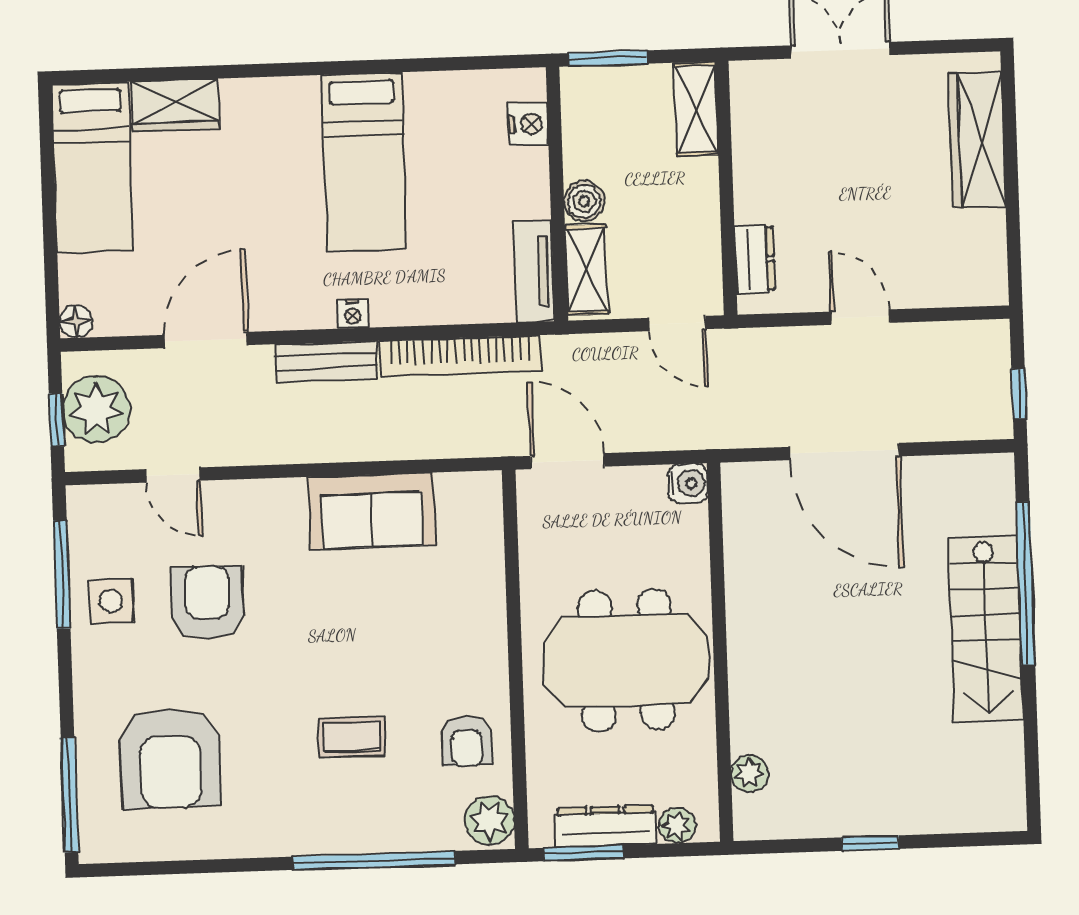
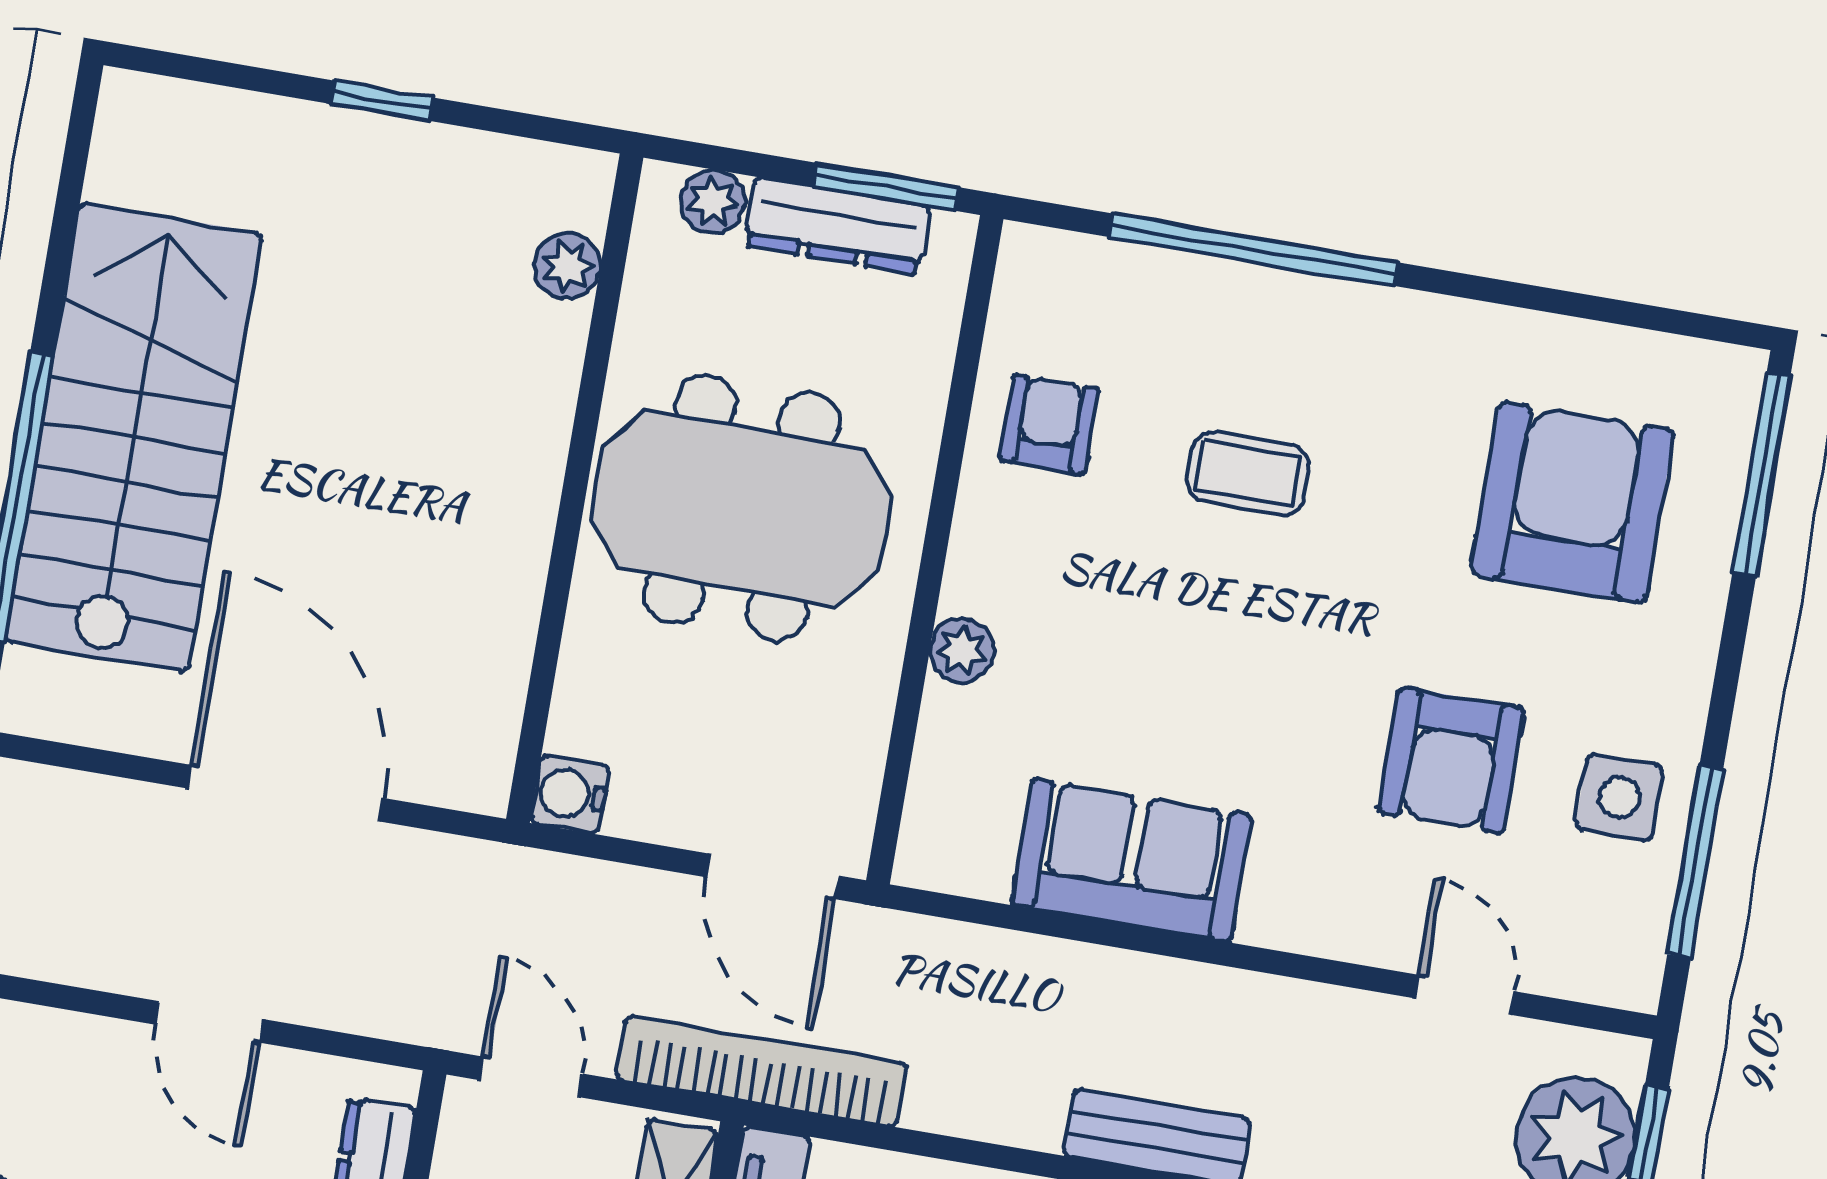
bookcase: (460, 356) -> (761, 1071), moved
stairs: (986, 629) -> (134, 437), width x1.36, depth x1.51
plant: (490, 820) -> (962, 651), moved, width x0.73, depth x0.73

